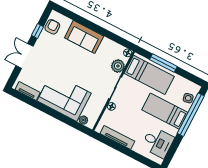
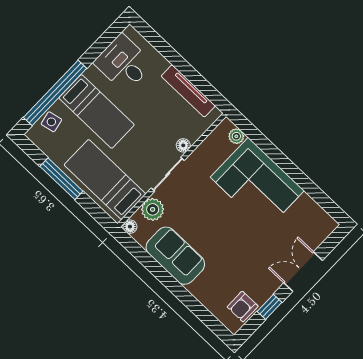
sofa: (84, 37) -> (175, 256), moved
double door: (25, 56) -> (303, 272), swing flipped
window: (163, 63) -> (61, 179), moved
tv unit: (28, 91) -> (315, 212), removed

